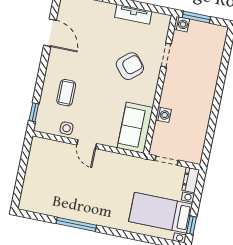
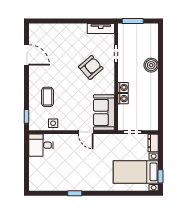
tv unit: (133, 14) -> (101, 29), moved
washing machine: (182, 24) -> (123, 87), moved
boiler: (209, 79) -> (151, 65), added
door: (87, 144) -> (86, 132), moved
desk: (45, 153) -> (41, 145), added
window: (76, 224) -> (75, 193), width x0.46

